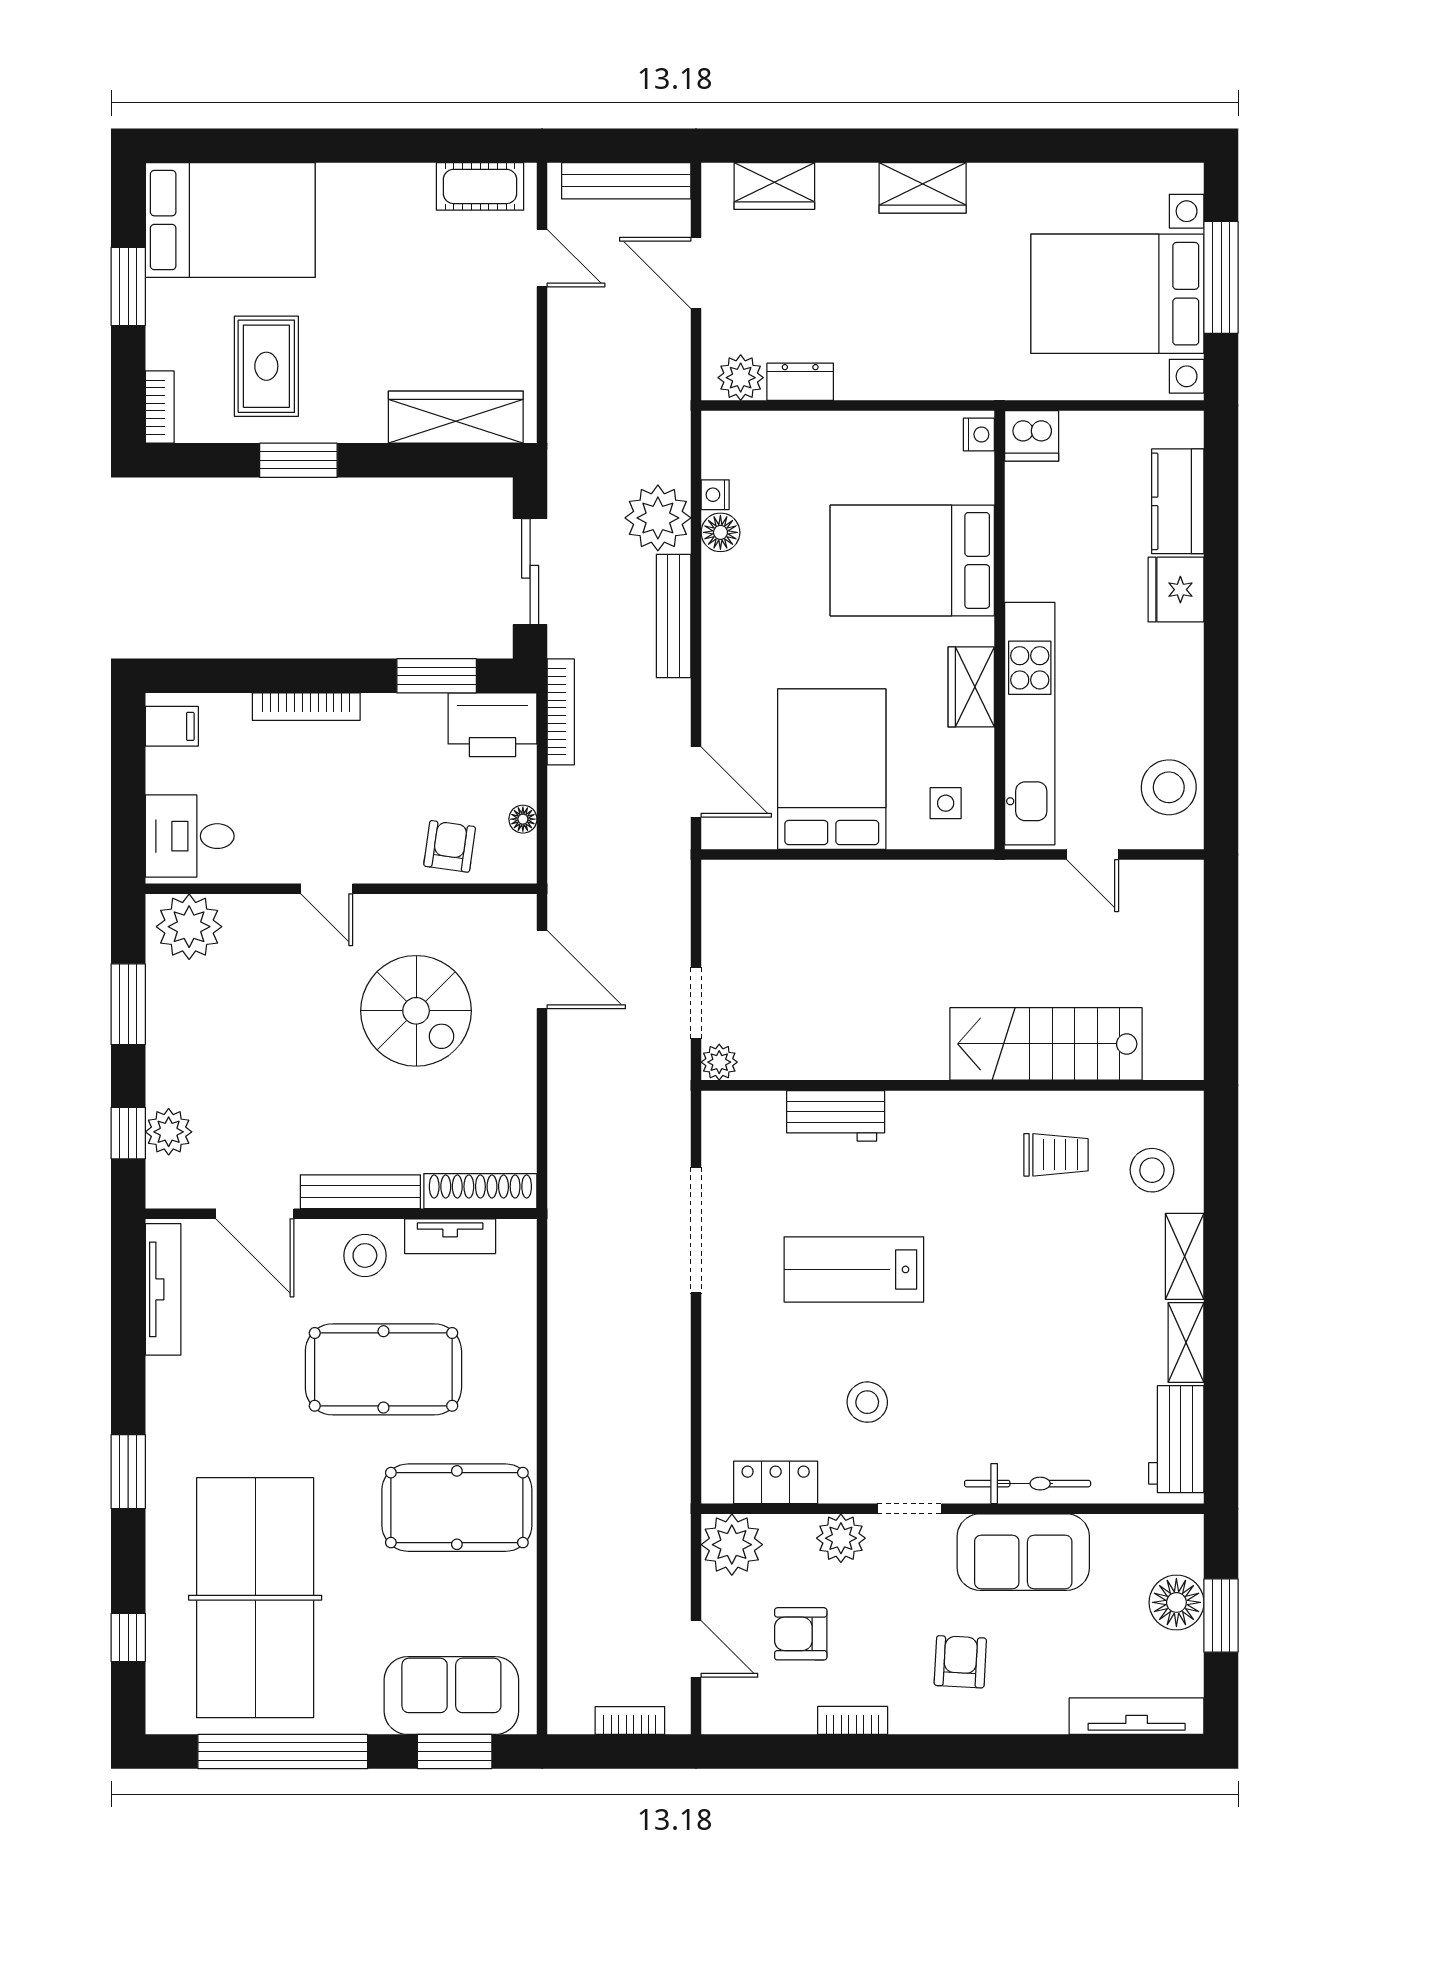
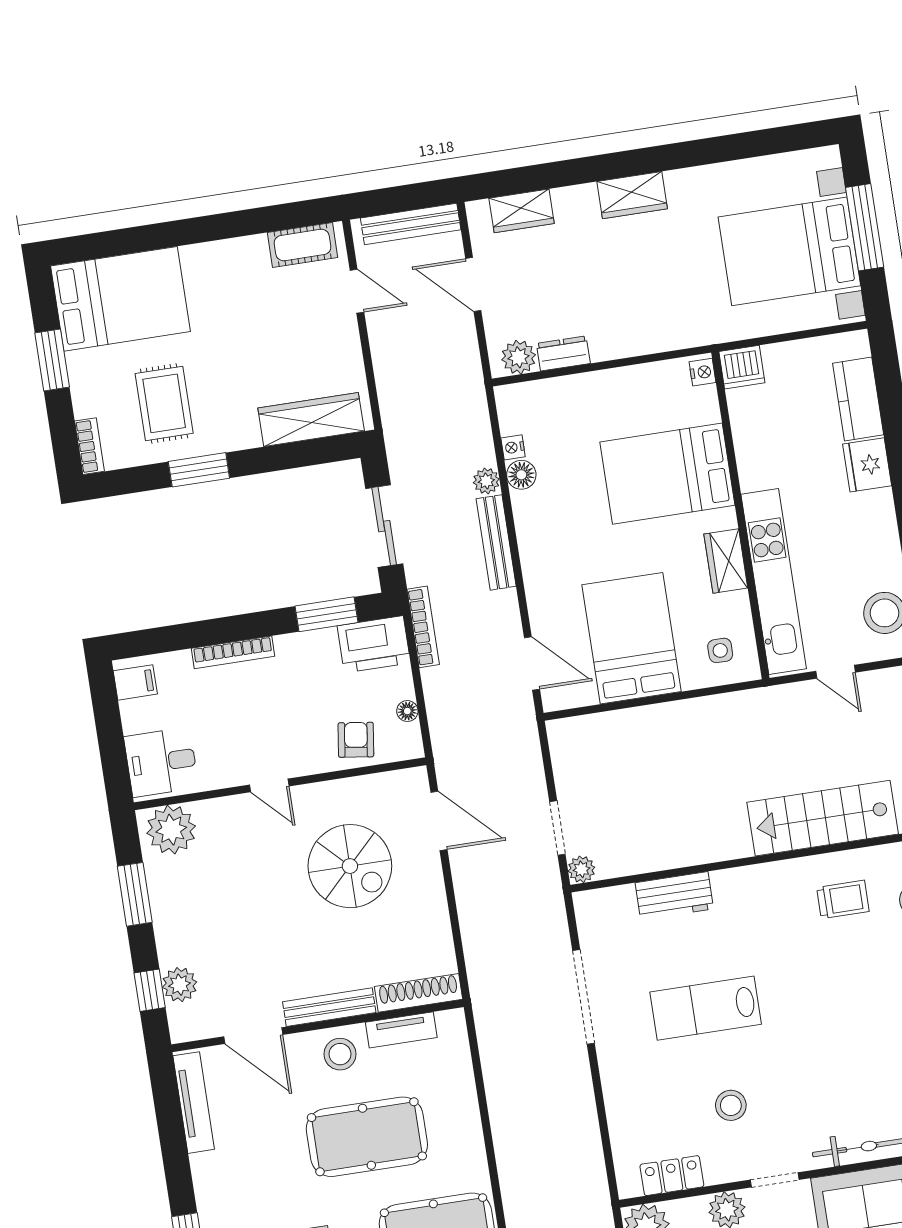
plant: (658, 518) -> (486, 481), width x0.53, depth x0.53

